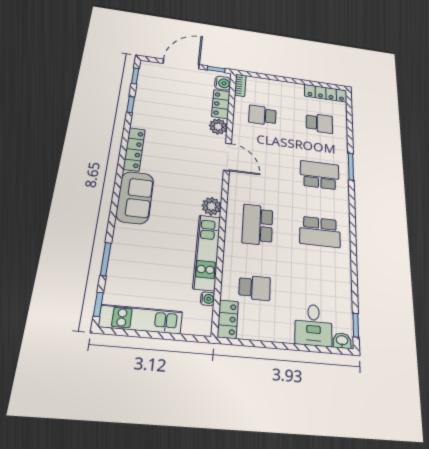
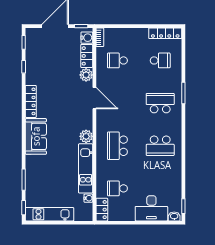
school desk: (255, 288) -> (117, 188), turned 180
desk: (314, 325) -> (151, 208), width x1.37

